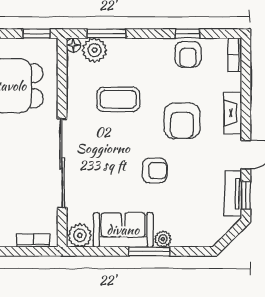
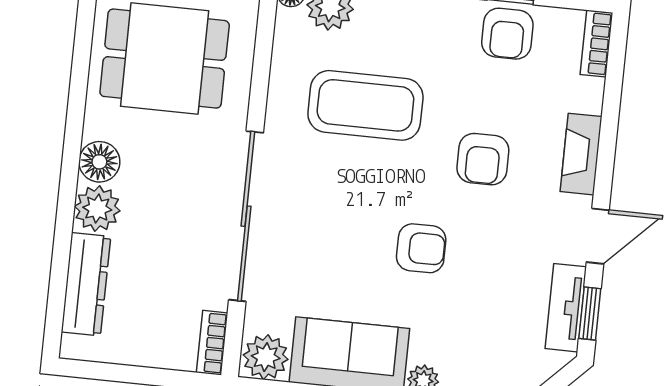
coffee table: (118, 99) -> (365, 105), width x1.36, depth x1.32
armchair: (182, 121) -> (483, 159), width x0.72, depth x0.72
bookcase: (33, 241) -> (212, 343), moved, turned -90

